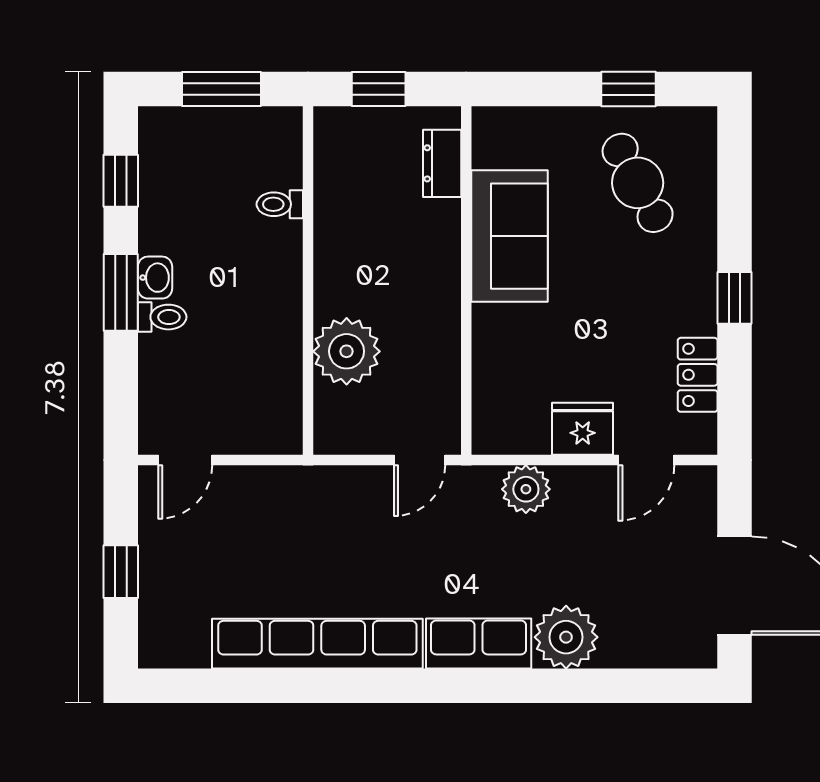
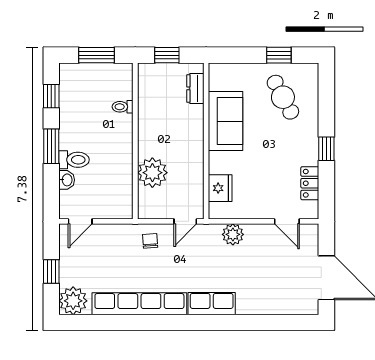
washbasin: (155, 278) -> (67, 180), moved
toilet: (162, 317) -> (74, 160), width x1.37, depth x1.39
fridge: (583, 429) -> (220, 188), moved, turned 90
door: (646, 460) -> (287, 221), hinge flipped
chair: (341, 503) -> (150, 241), added
plant: (566, 637) -> (73, 301), moved

